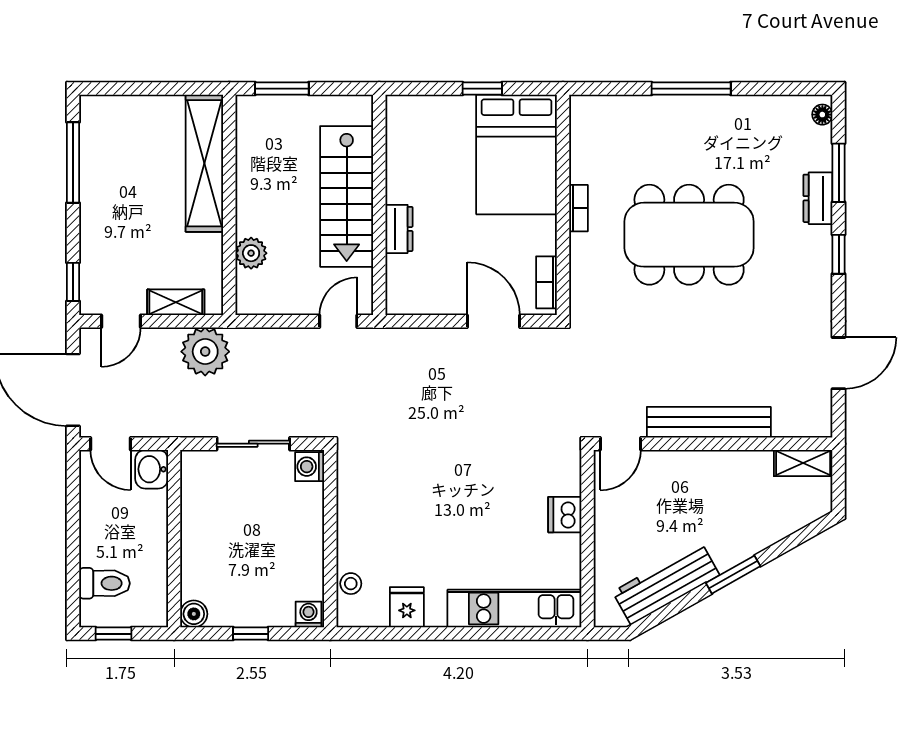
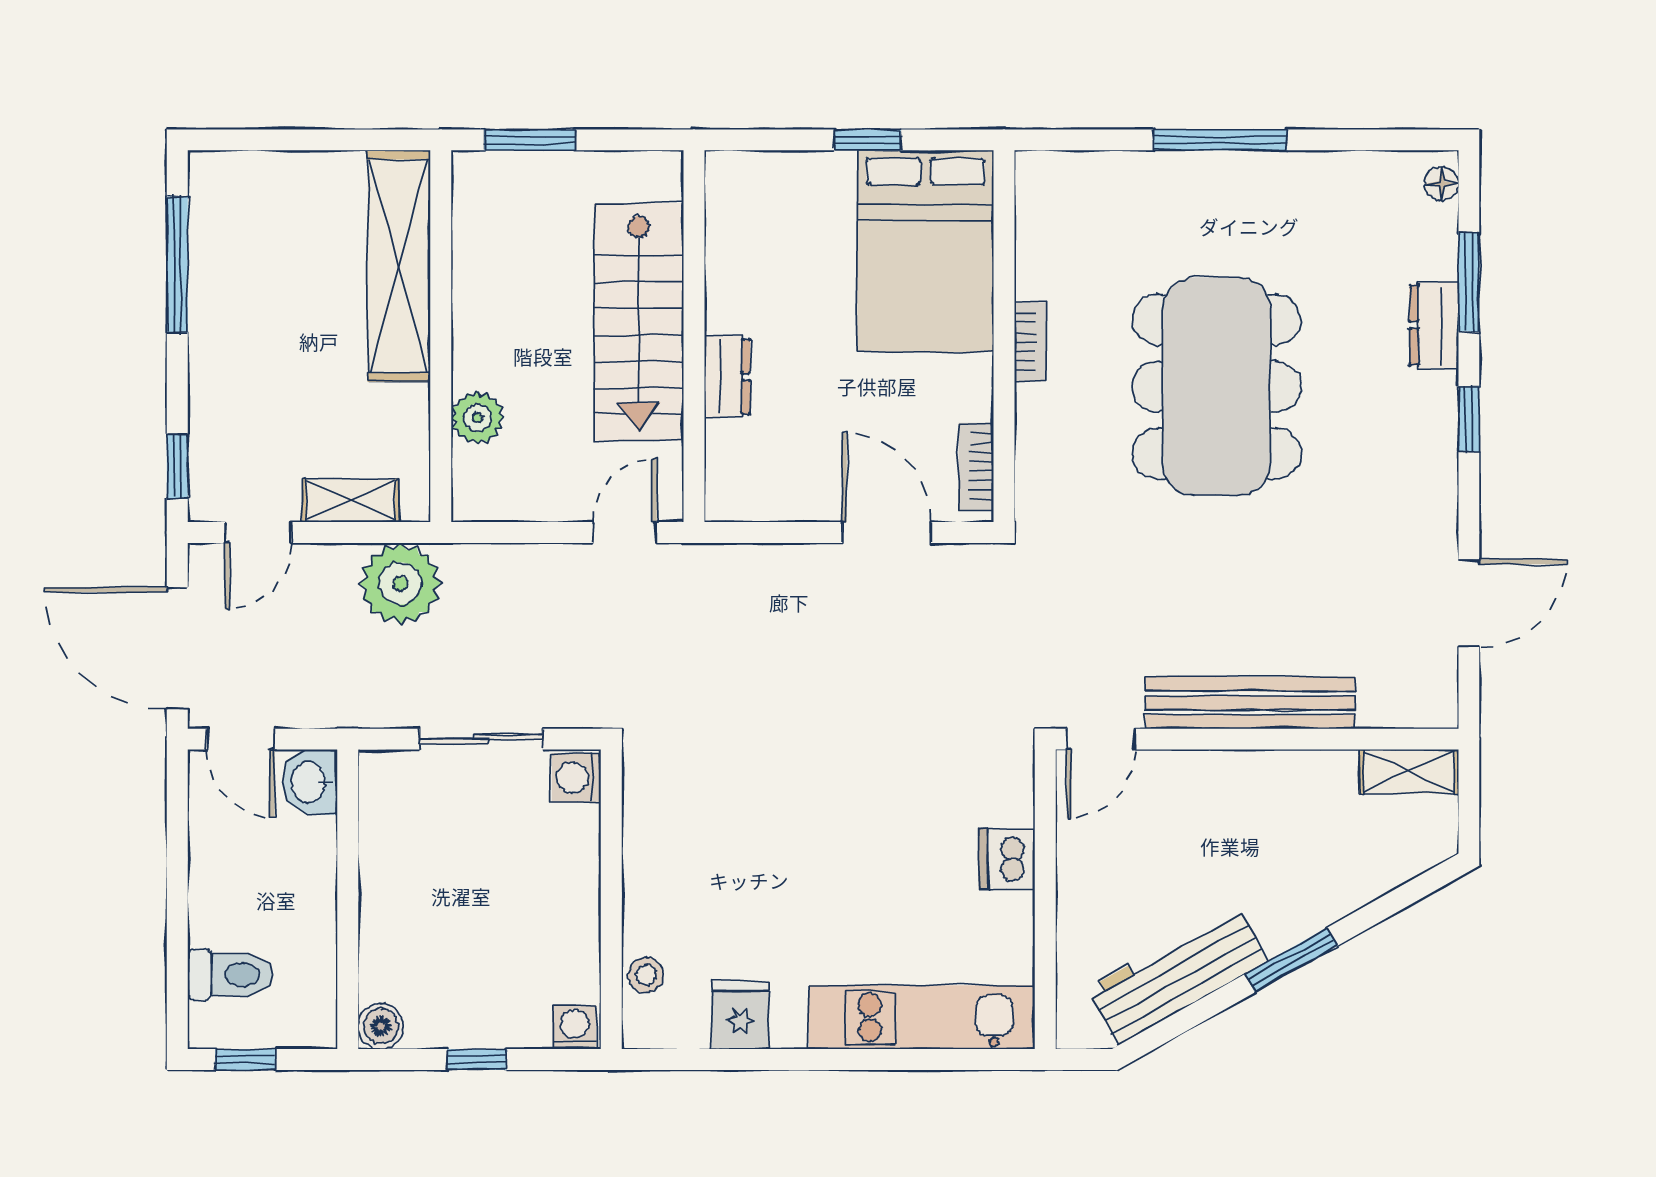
dining table: (689, 235) -> (1217, 386), turned 90

